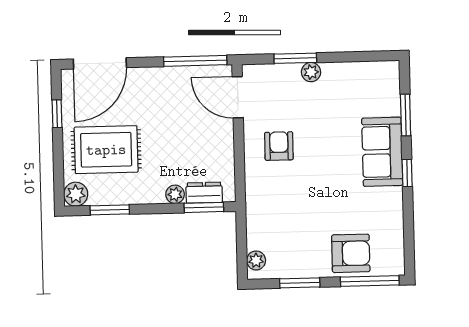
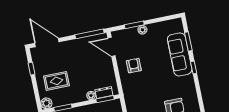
door: (100, 63) -> (47, 43), swing flipped
rug: (106, 150) -> (56, 81), width x0.73, depth x0.70
sofa: (382, 152) -> (180, 54), width x1.36

